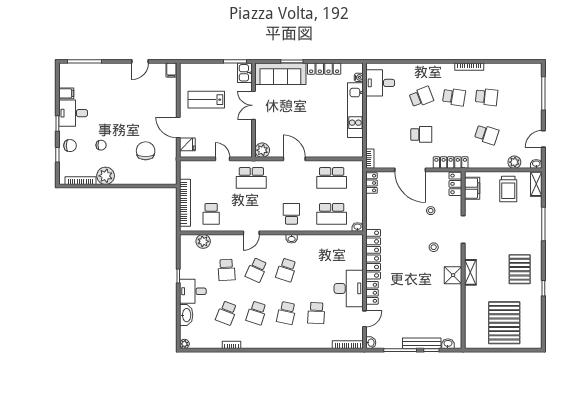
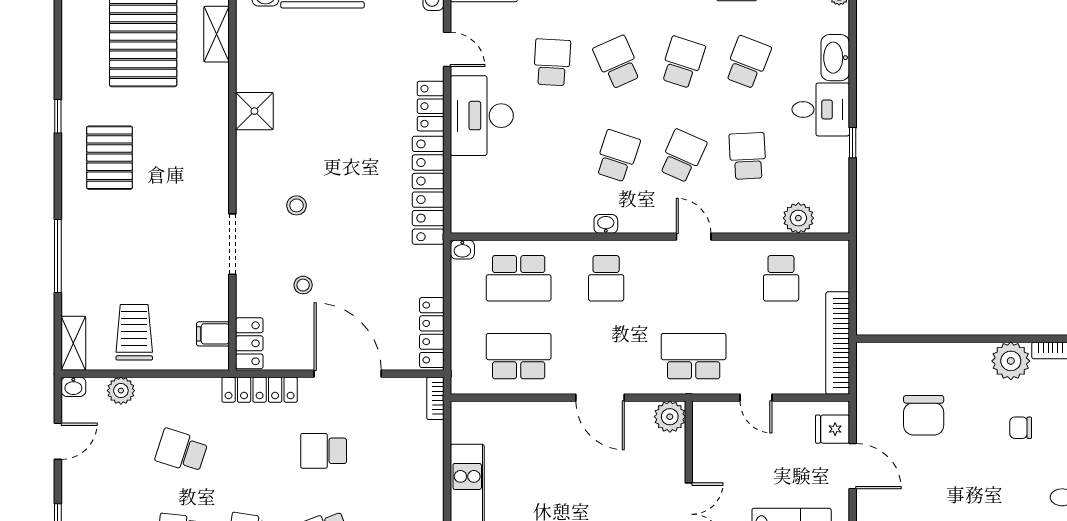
locker: (372, 183) -> (432, 333), width x1.53
filing cabinet: (472, 188) -> (213, 334), width x0.50
bookcase: (185, 203) -> (838, 343), moved
school desk: (211, 214) -> (781, 278), turned 180
school desk: (332, 214) -> (519, 278), turned 180
door: (251, 233) -> (694, 237), hinge flipped
shelving: (470, 272) -> (217, 34), moved
shower: (453, 275) -> (254, 111), moved
school desk: (286, 313) -> (617, 62), turned -36
door: (364, 319) -> (447, 49), swing flipped

